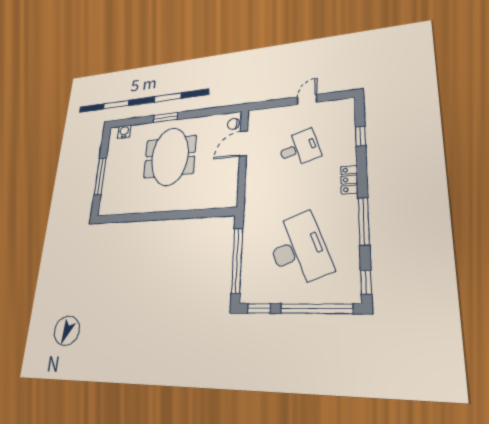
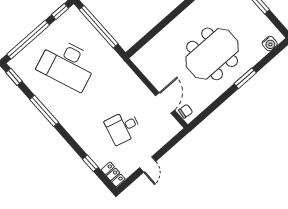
desk: (299, 148) -> (123, 127), turned 33
meeting table: (170, 157) -> (212, 54), turned 90
locker: (349, 180) -> (113, 174), moved

